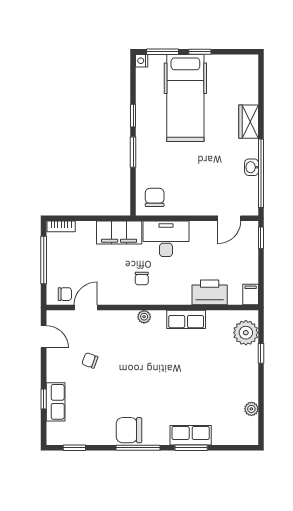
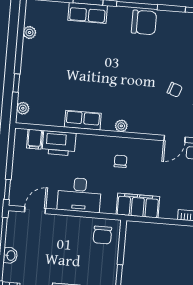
desk: (166, 239) -> (79, 195), moved
filing cabinet: (251, 295) -> (35, 139), moved
plant: (246, 333) -> (23, 108), width x0.53, depth x0.53

